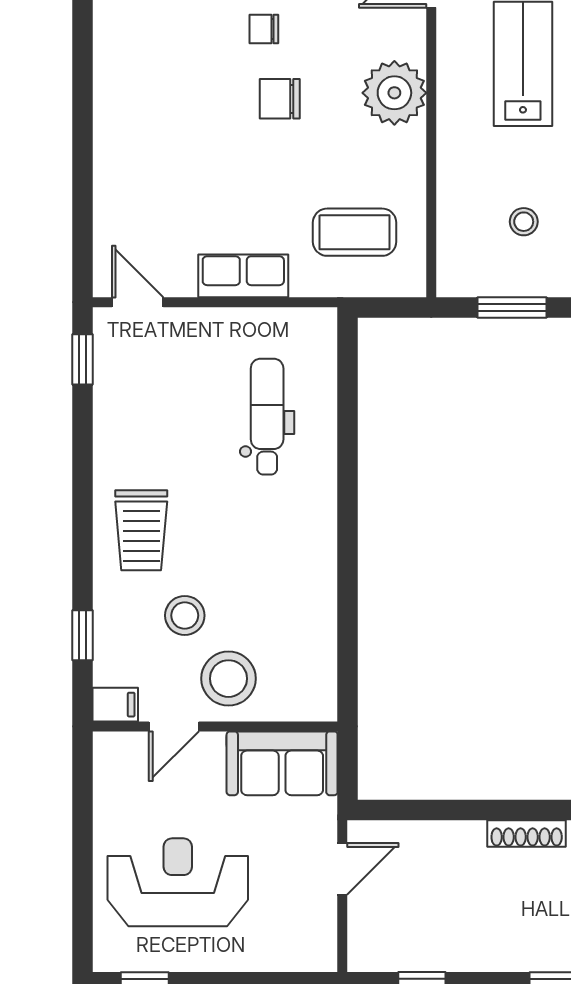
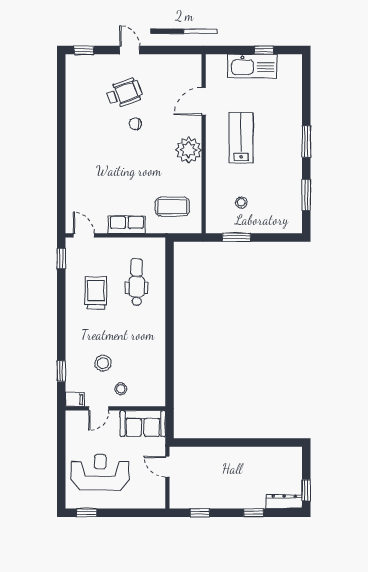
chair: (280, 99) -> (142, 152), removed
trolley: (141, 530) -> (96, 293), moved, turned 180
stool: (228, 679) -> (121, 389), width x0.53, depth x0.53
shoe rack: (527, 833) -> (243, 452), removed
door: (342, 869) -> (167, 467), swing flipped

